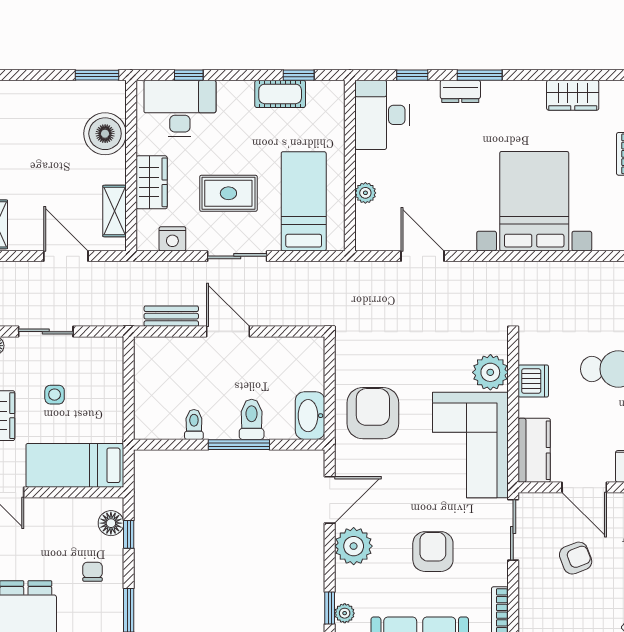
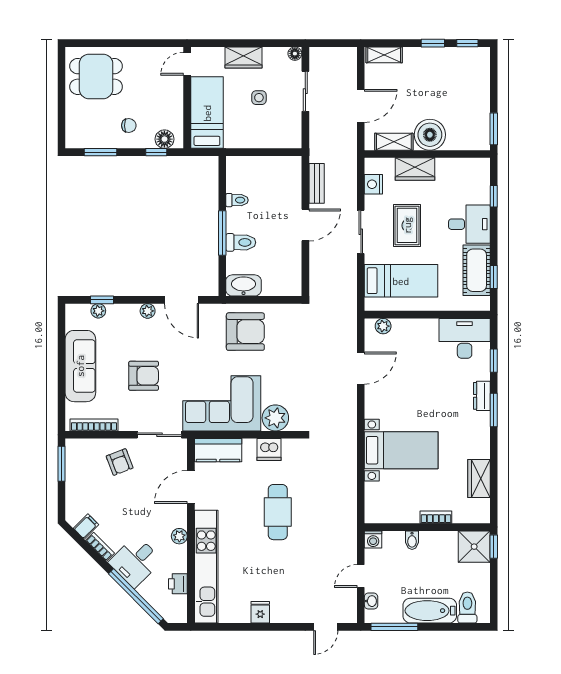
cot: (280, 94) -> (477, 270), width x1.37, depth x1.34
desk: (180, 108) -> (469, 224), moved, width x0.73
boiler: (105, 134) -> (430, 135), moved
plant: (365, 193) -> (383, 326), moved
bed with nightstands: (534, 201) -> (401, 450), width x0.73
plant: (354, 546) -> (148, 311), width x0.53, depth x0.53
armchair: (576, 558) -> (120, 462), moved

